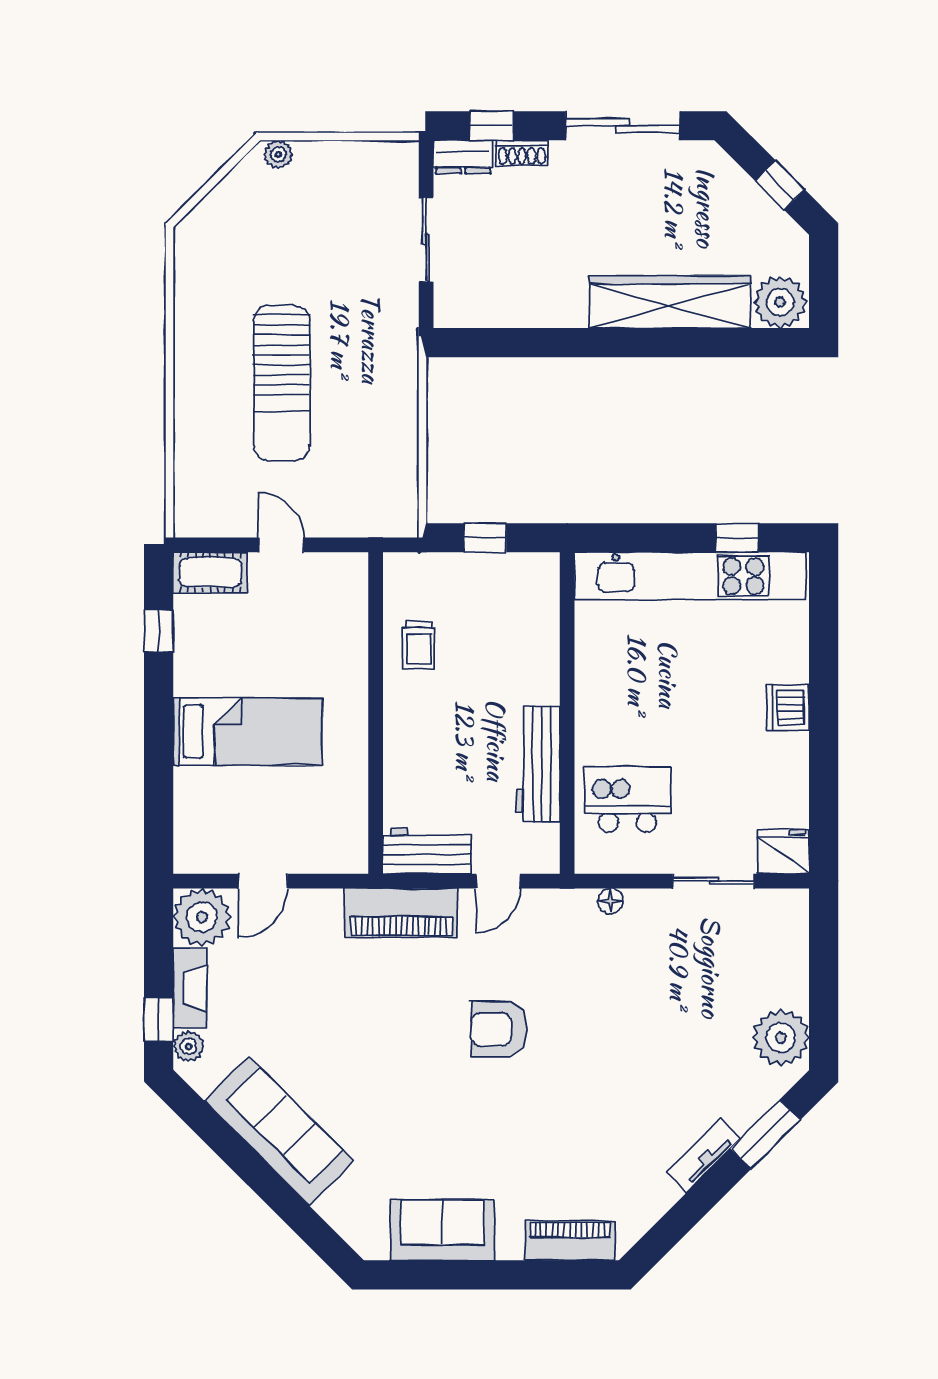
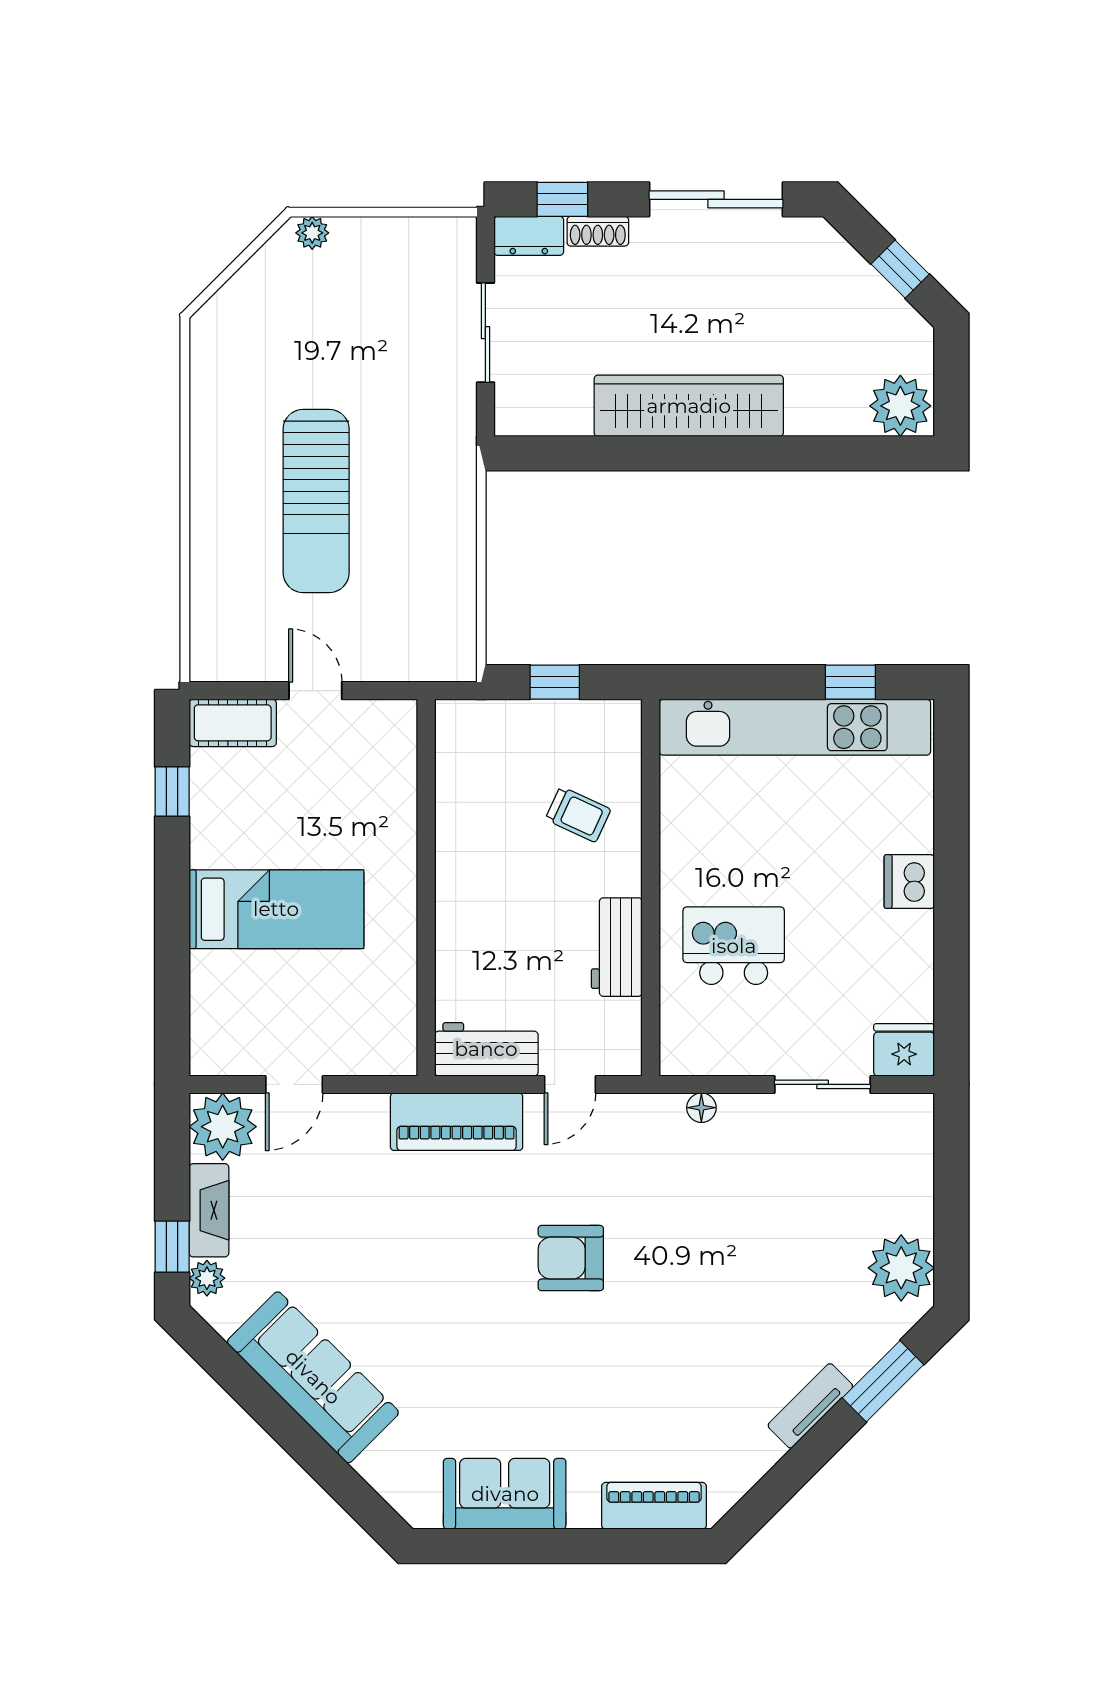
wardrobe: (670, 302) -> (689, 406), moved
trolley: (419, 645) -> (578, 814), moved, turned -65
workbench: (538, 764) -> (617, 947), width x0.73
kitchen island: (627, 799) -> (734, 946), moved

